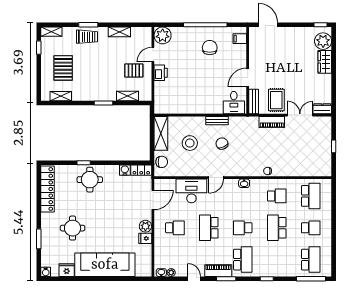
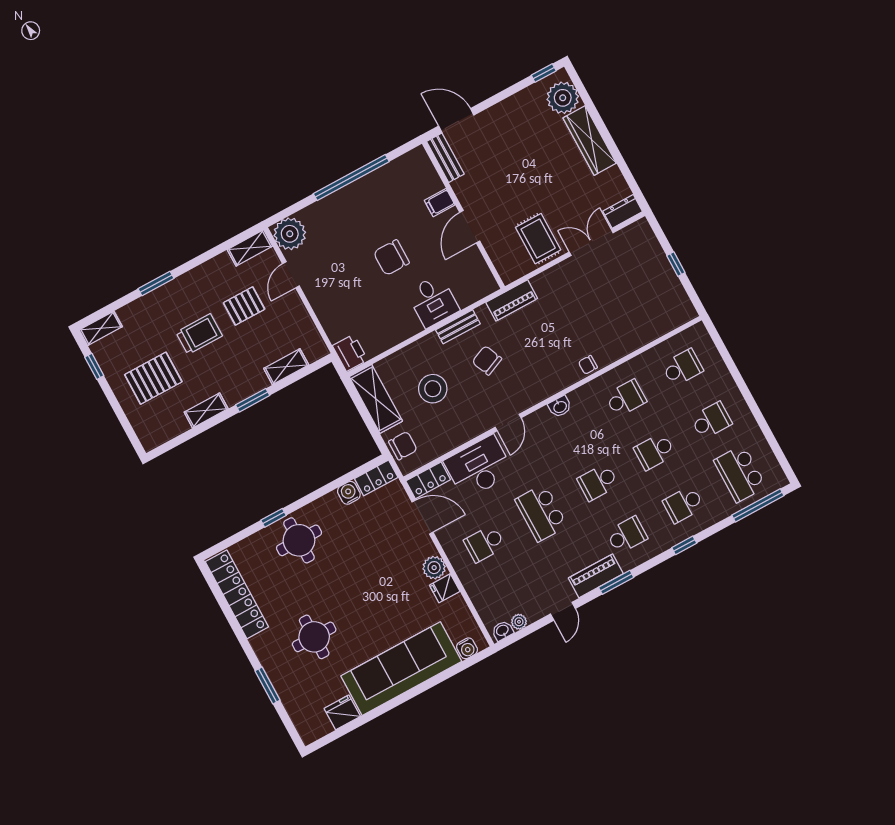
shelving: (119, 32) -> (250, 248), moved
trolley: (87, 37) -> (199, 334), moved
filing cabinet: (240, 39) -> (440, 203), moved
chair: (210, 48) -> (391, 258), moved, turned -90
wardrobe: (325, 62) -> (590, 140), width x1.50
pallet: (63, 68) -> (153, 378), turned 90
pallet: (134, 71) -> (244, 306), moved
printer: (161, 73) -> (350, 353), moved
shelving: (61, 96) -> (206, 410), moved
bench: (254, 102) -> (445, 158), moved
desk: (234, 103) -> (433, 301), moved
piano: (272, 122) -> (512, 300), moved
locker: (165, 184) -> (428, 480), added
school desk: (311, 196) -> (682, 367), width x0.54
door: (153, 200) -> (422, 517), hinge flipped
school desk: (175, 228) -> (485, 544), turned 180
school desk: (277, 228) -> (655, 451), width x0.54
school desk: (243, 260) -> (627, 535), width x0.54
school desk: (277, 260) -> (683, 504), added
school desk: (311, 260) -> (740, 474), turned 180
water cooler: (46, 272) -> (467, 648), moved
door: (194, 279) -> (563, 611), swing flipped

